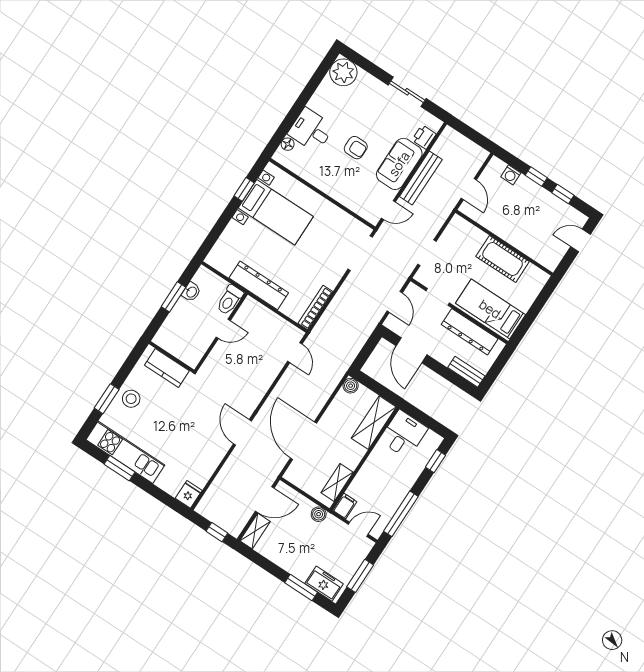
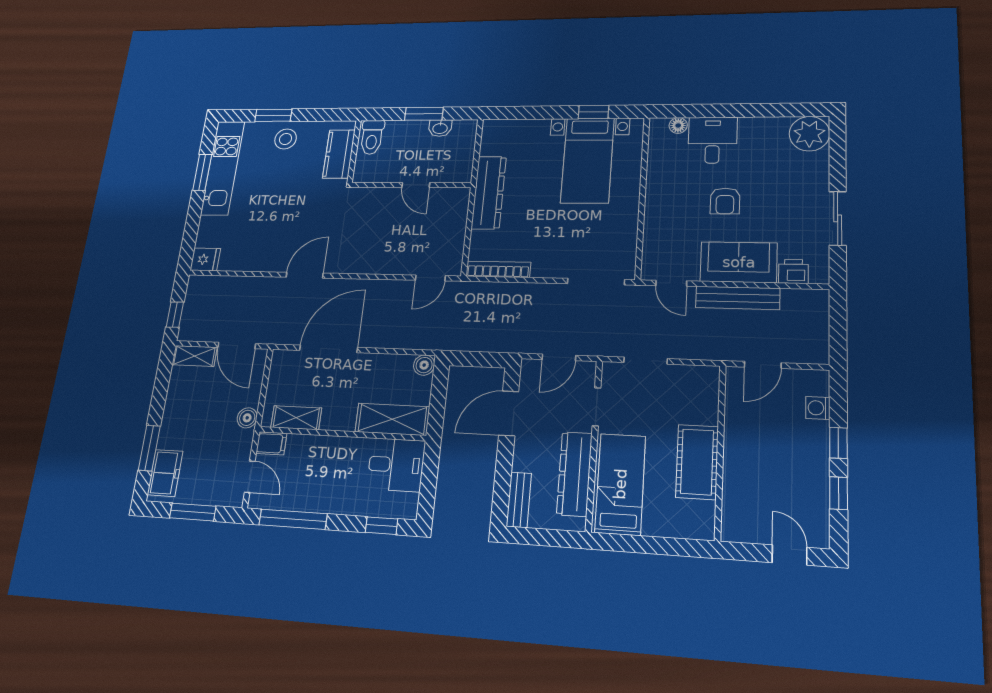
toilet: (230, 300) -> (372, 137), moved, turned -90

